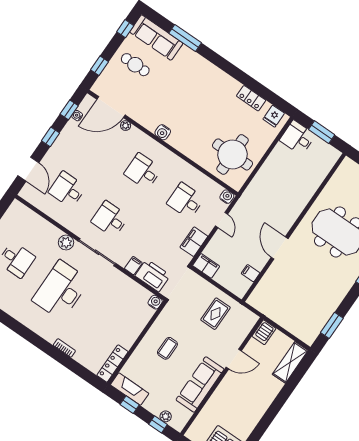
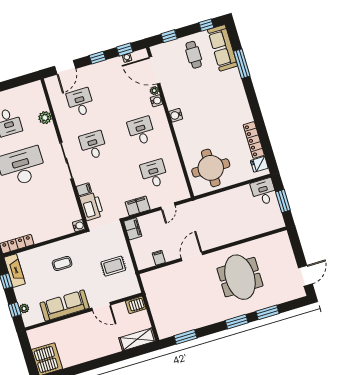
locker: (251, 98) -> (254, 140), width x1.53
water cooler: (227, 197) -> (156, 101), moved
plant: (66, 243) -> (45, 118), moved

